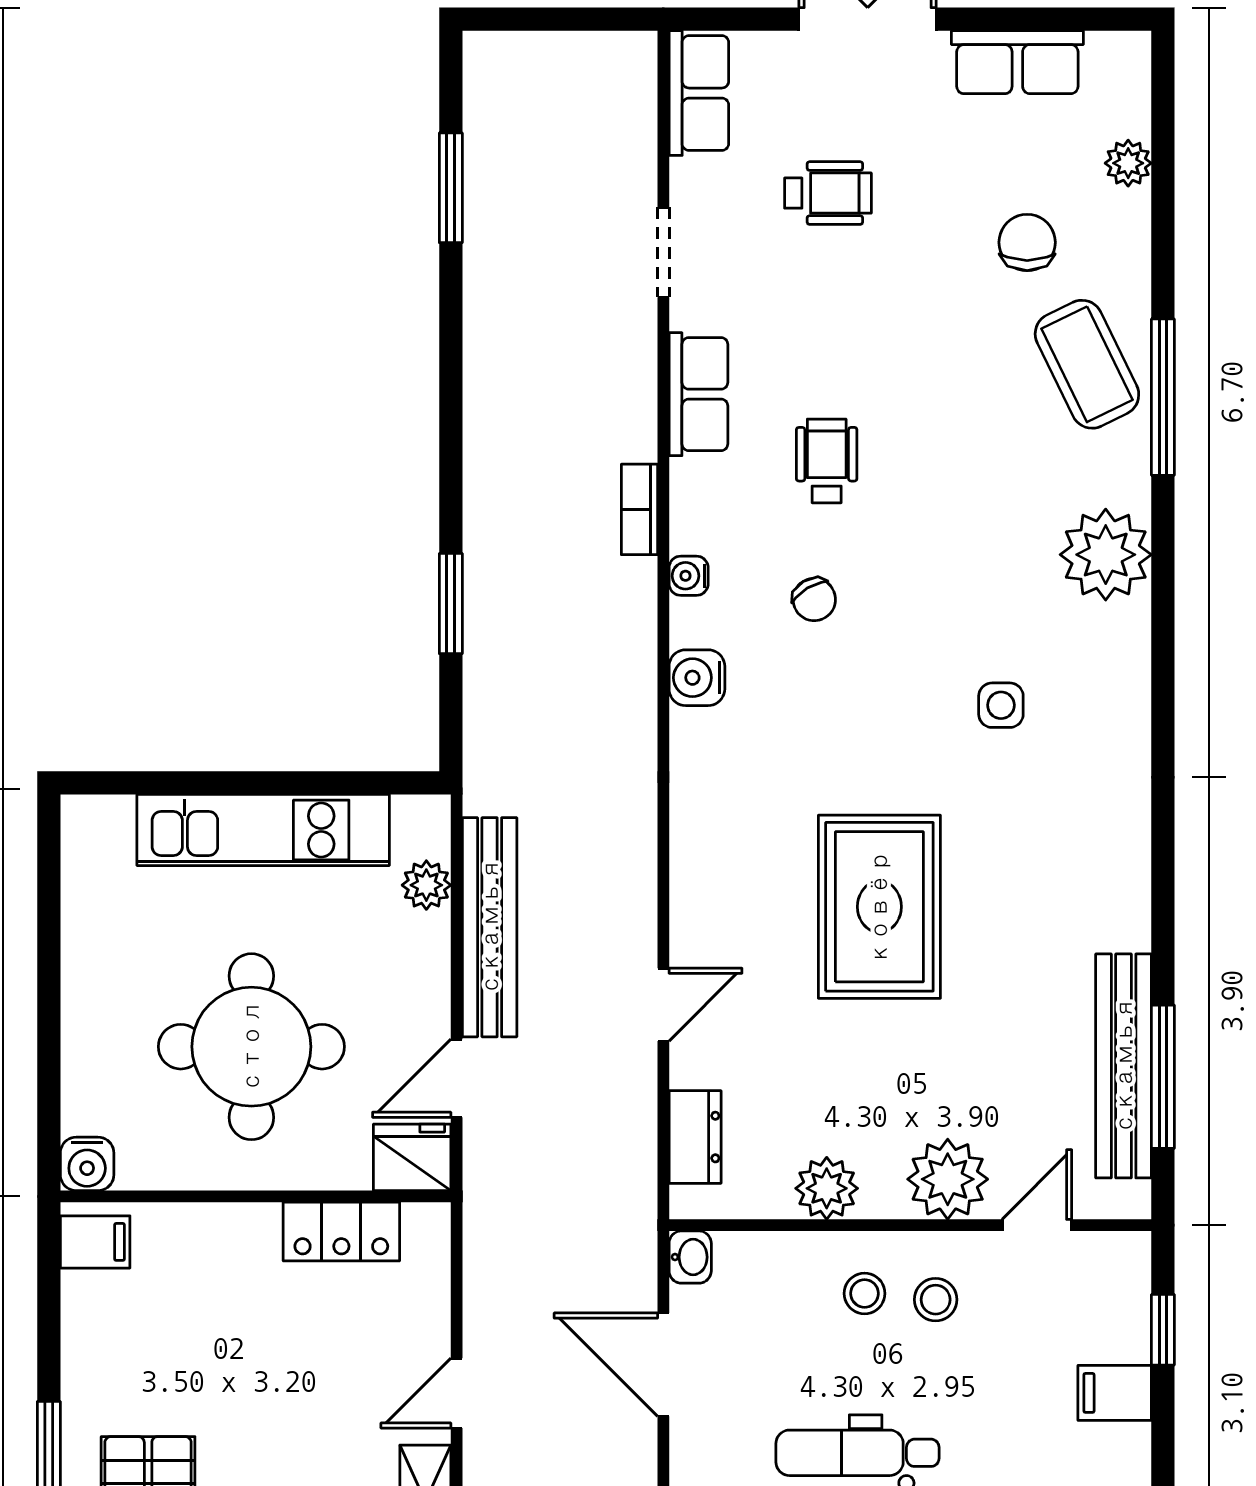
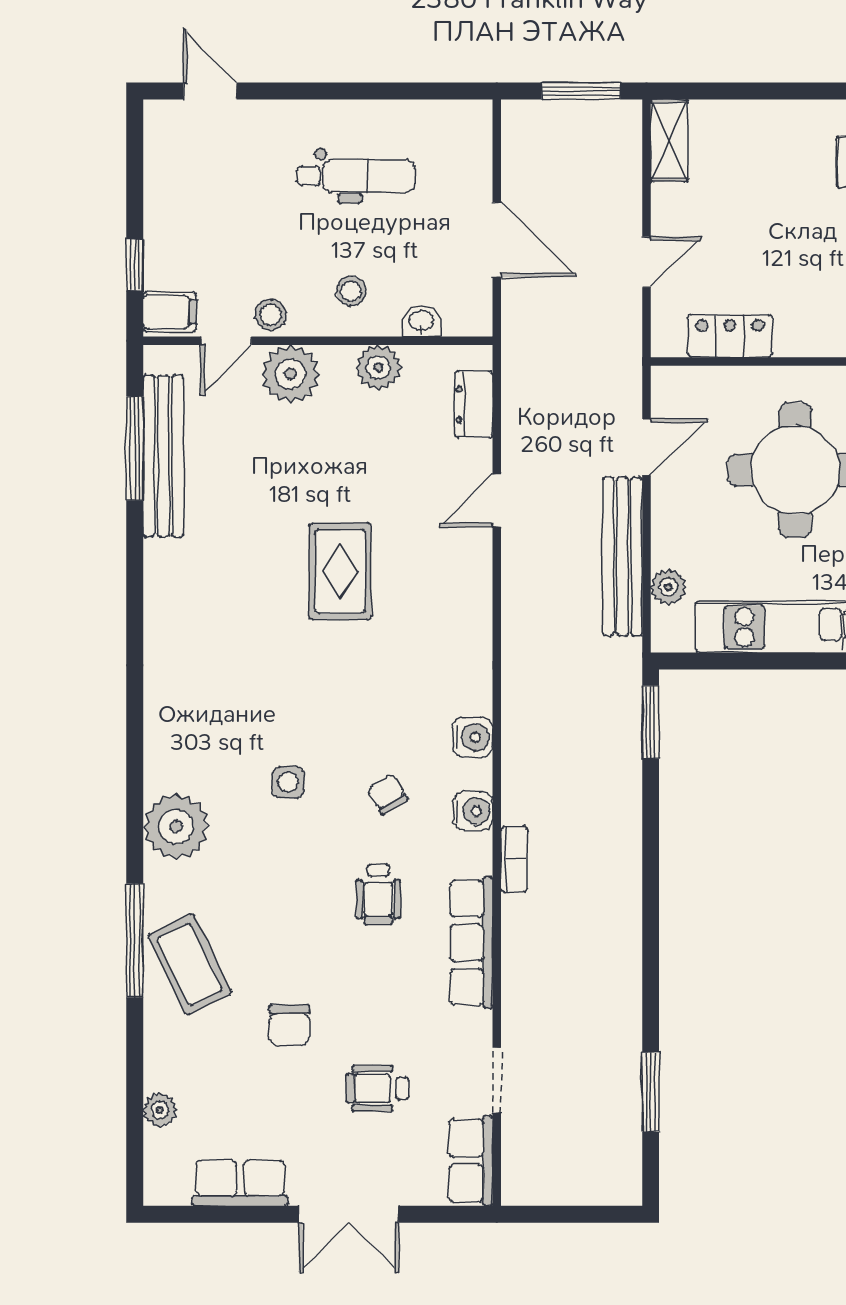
chair: (1027, 242) -> (289, 1025), moved
doorway: (663, 252) -> (497, 1080), moved
row of seats: (698, 394) -> (471, 943), width x1.48
water cooler: (689, 576) -> (473, 811), width x1.38, depth x1.38
window: (451, 604) -> (651, 722), moved
side table: (1001, 705) -> (288, 782), moved
rug: (879, 907) -> (340, 571), width x0.73, depth x0.70
fridge: (412, 1157) -> (679, 390), removed
washbasin: (690, 1257) -> (421, 321), moved, turned 90
stool: (936, 1300) -> (271, 315), moved
door: (457, 1393) -> (646, 262), moved
filing cabinet: (1115, 1393) -> (170, 312), moved

